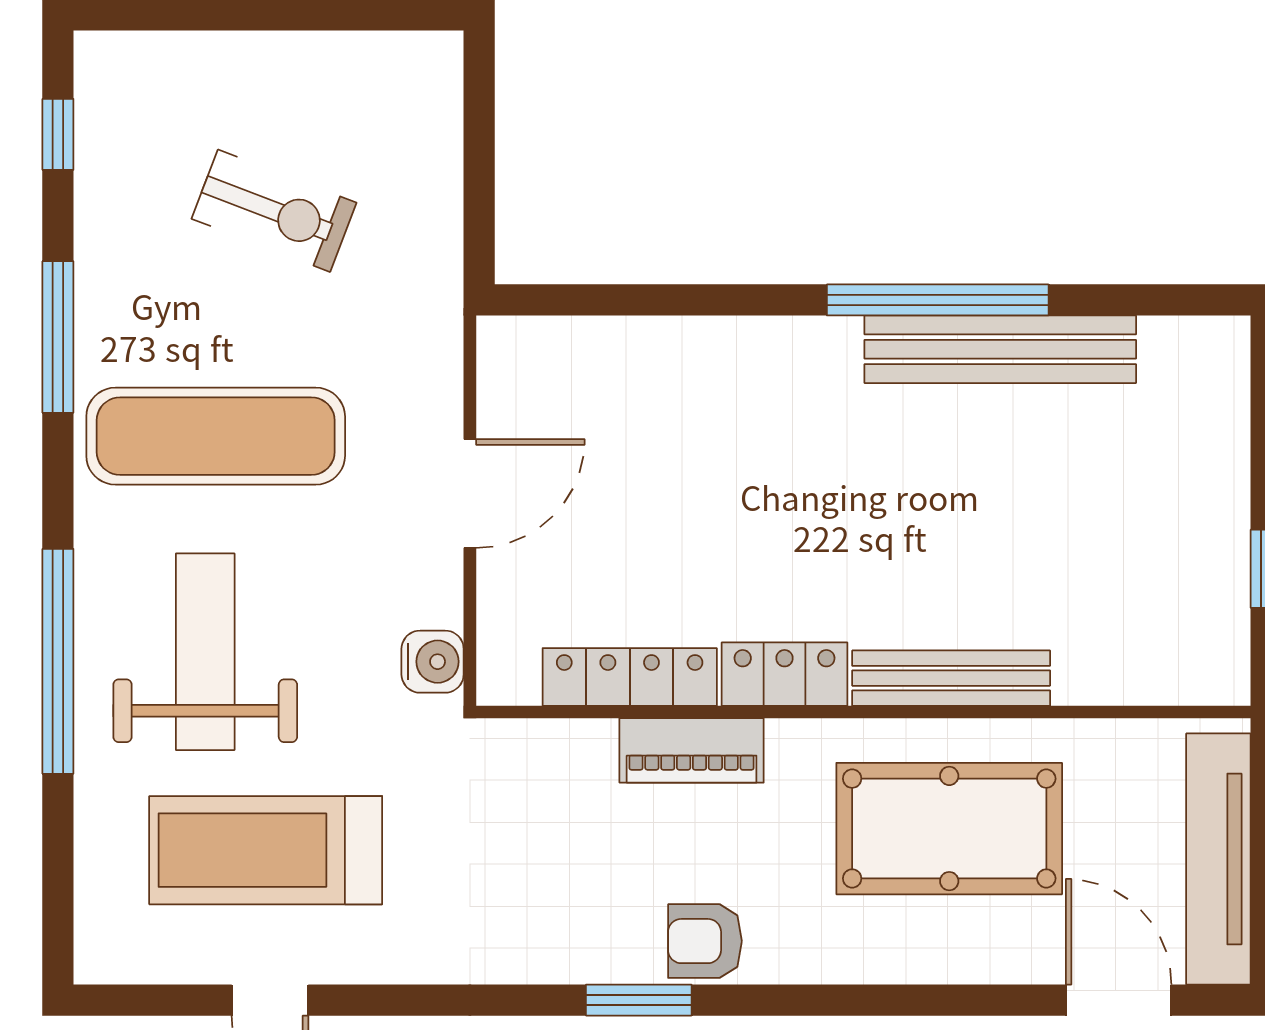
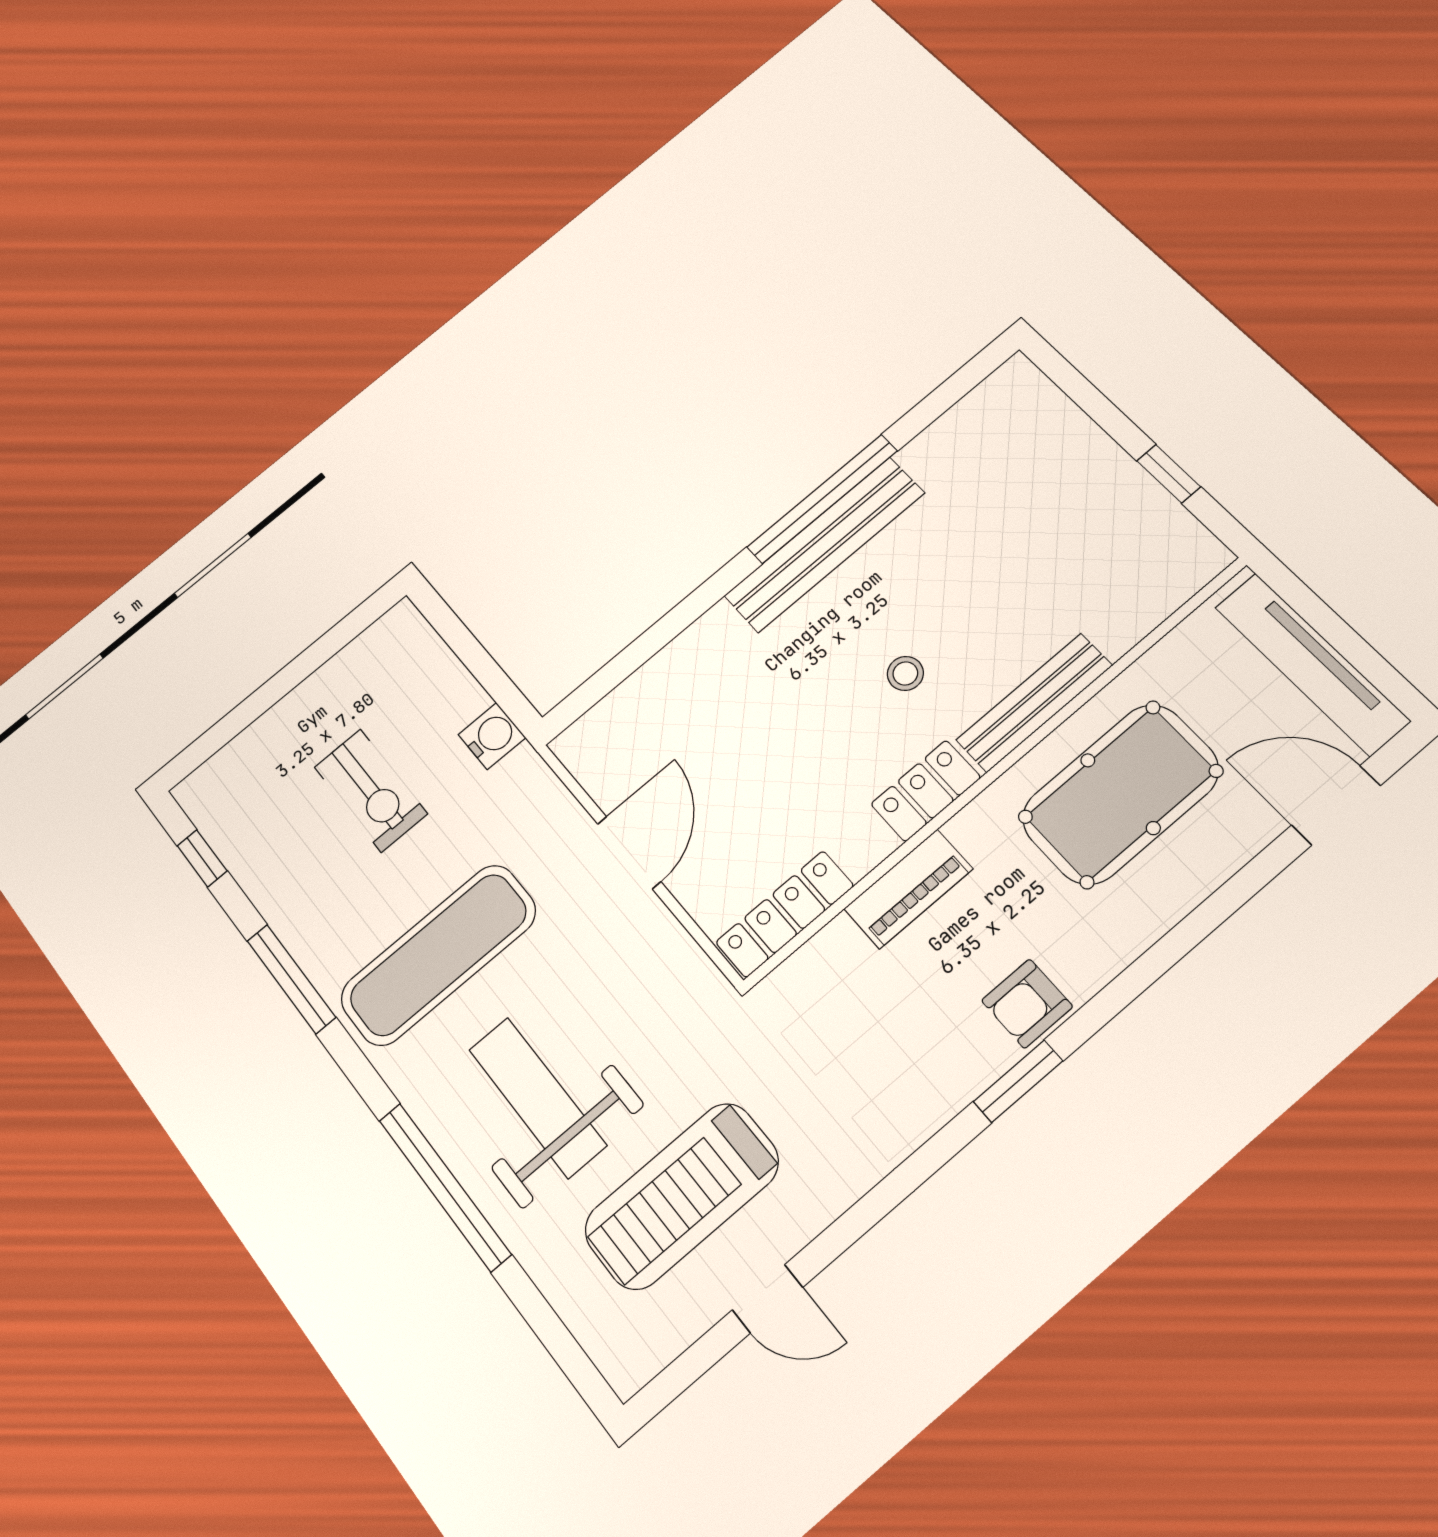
exercise bike: (274, 211) -> (371, 790), turned 69
bench: (1000, 349) -> (824, 544), moved
stool: (863, 546) -> (905, 673), added
water cooler: (433, 662) -> (492, 736), moved
locker: (630, 677) -> (785, 914), moved

